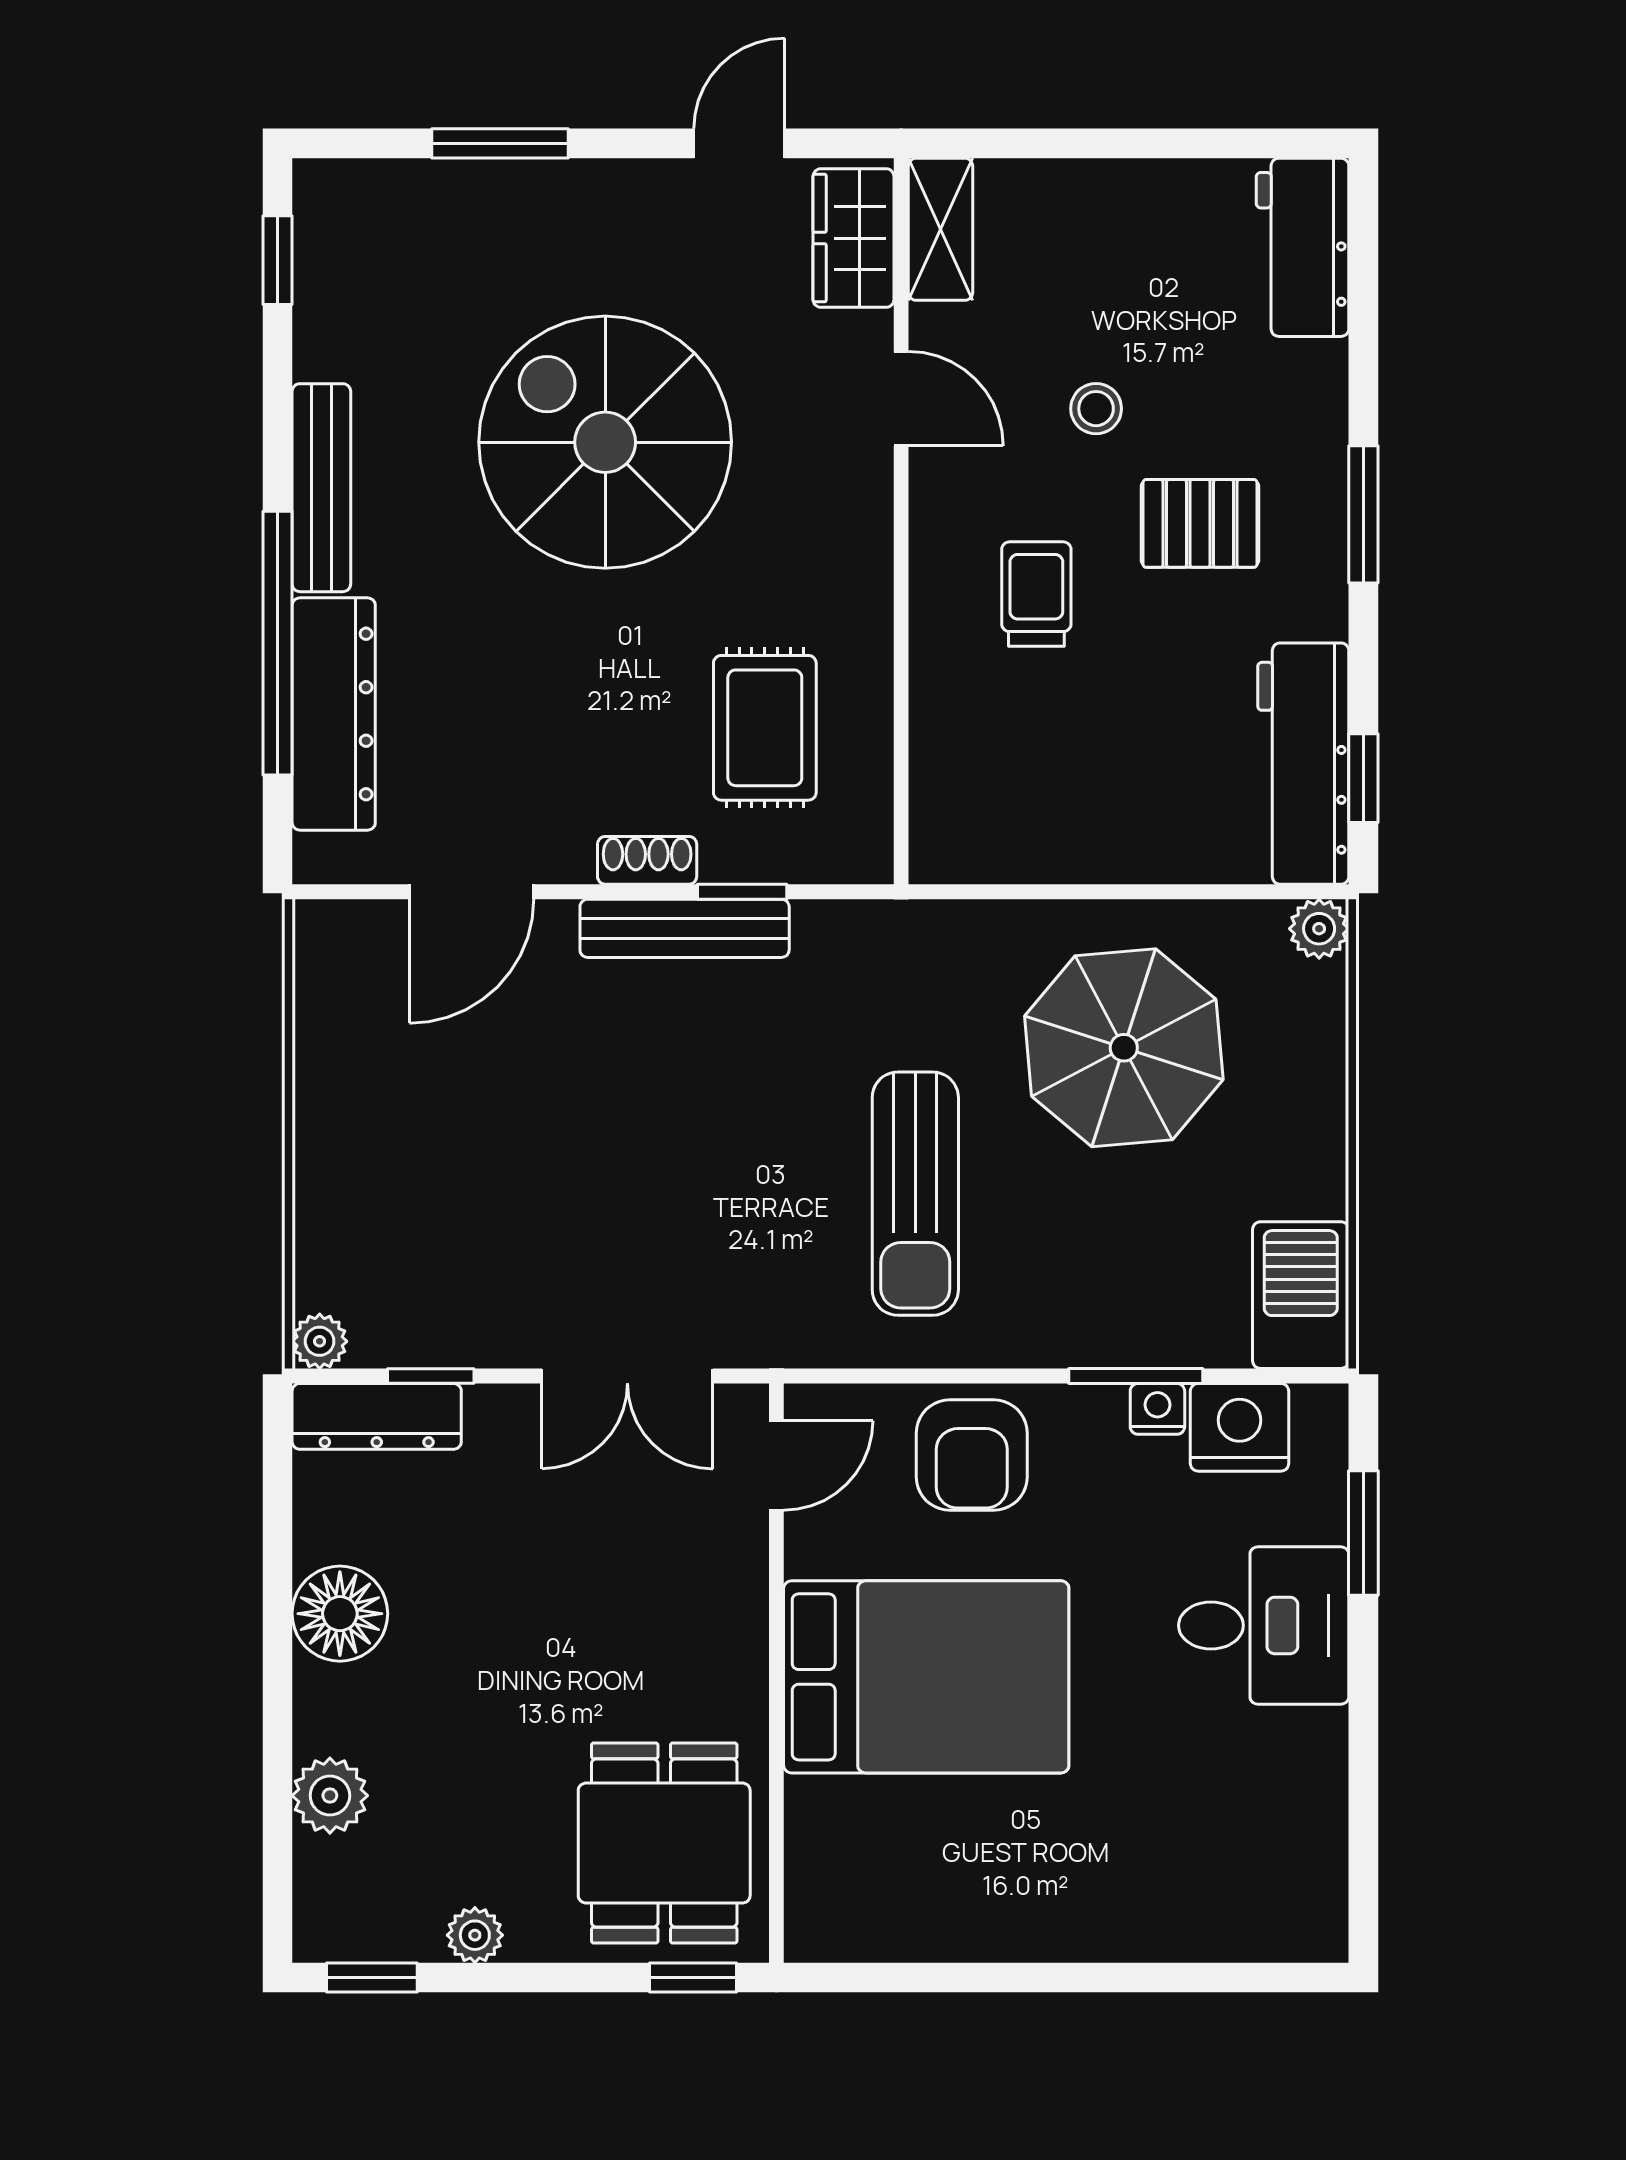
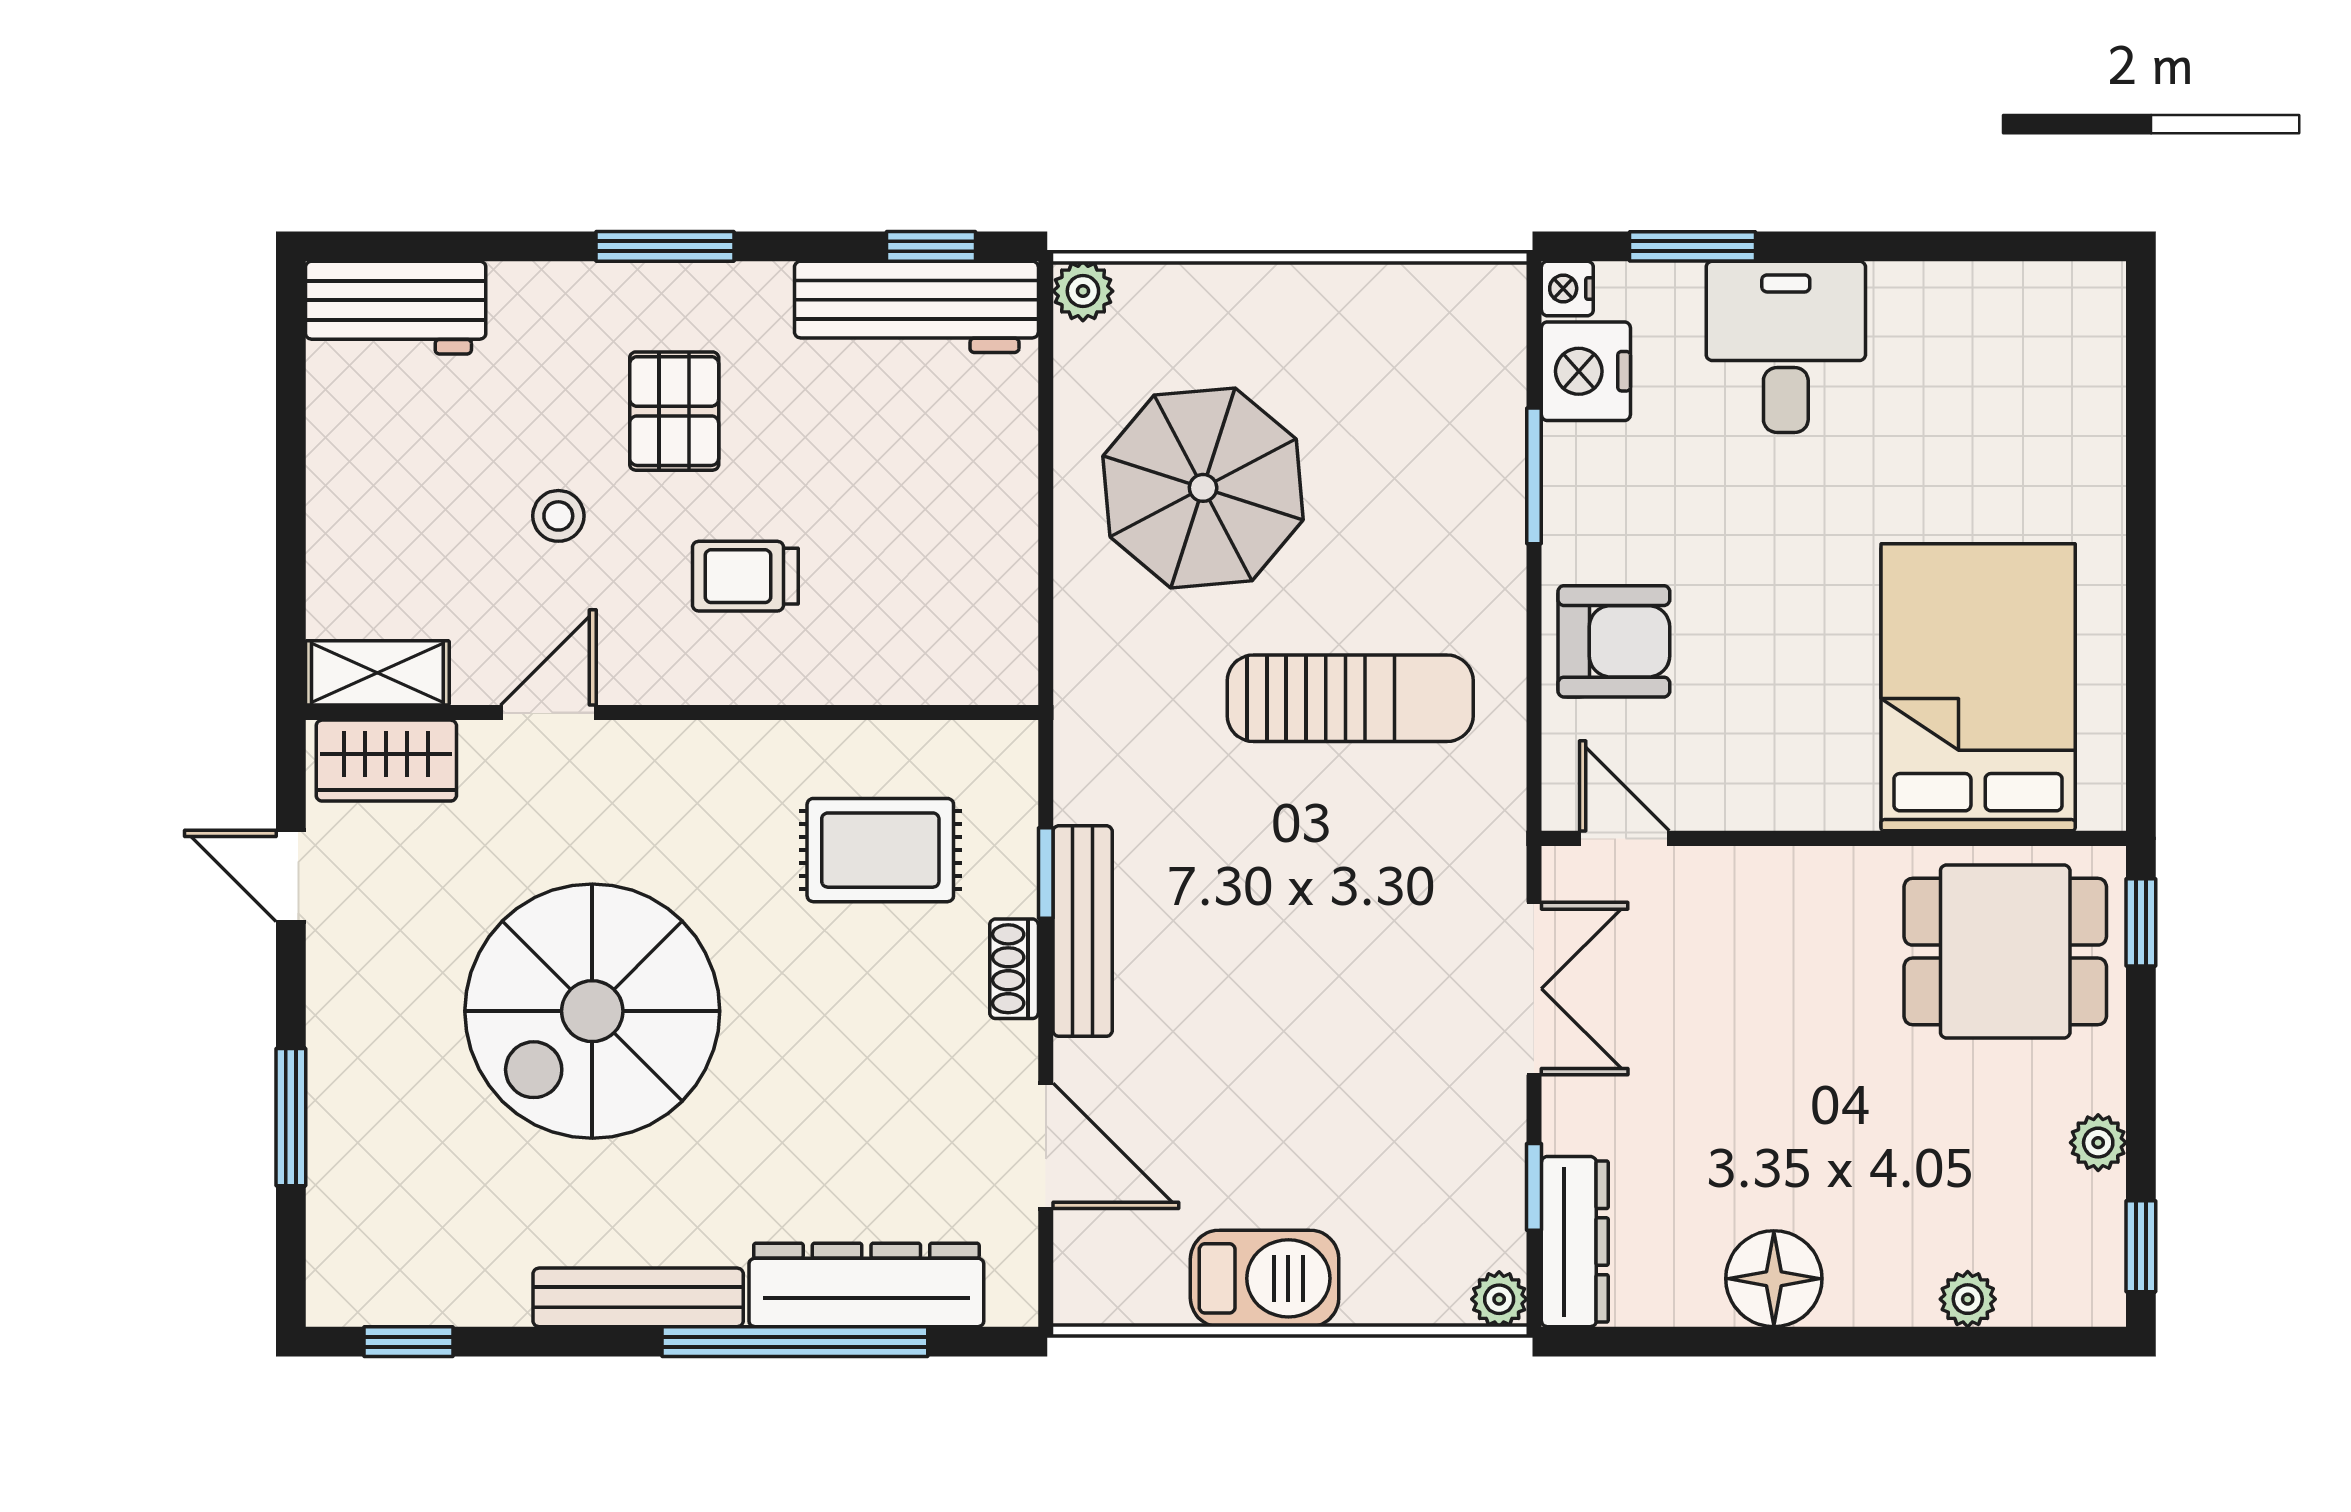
barbecue: (1301, 1295) -> (1265, 1278), moved, turned 180
nightstand: (1157, 1409) -> (1567, 288), moved
bed: (926, 1677) -> (1978, 687), moved
plant: (330, 1796) -> (1968, 1299), width x0.73, depth x0.73

